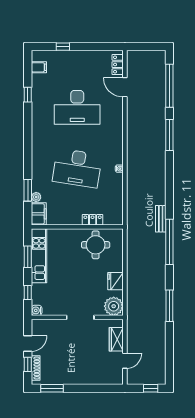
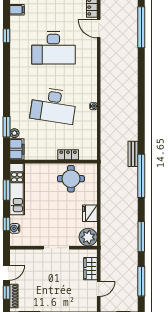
window: (169, 135) -> (141, 281), moved
water cooler: (37, 310) -> (15, 228), moved

